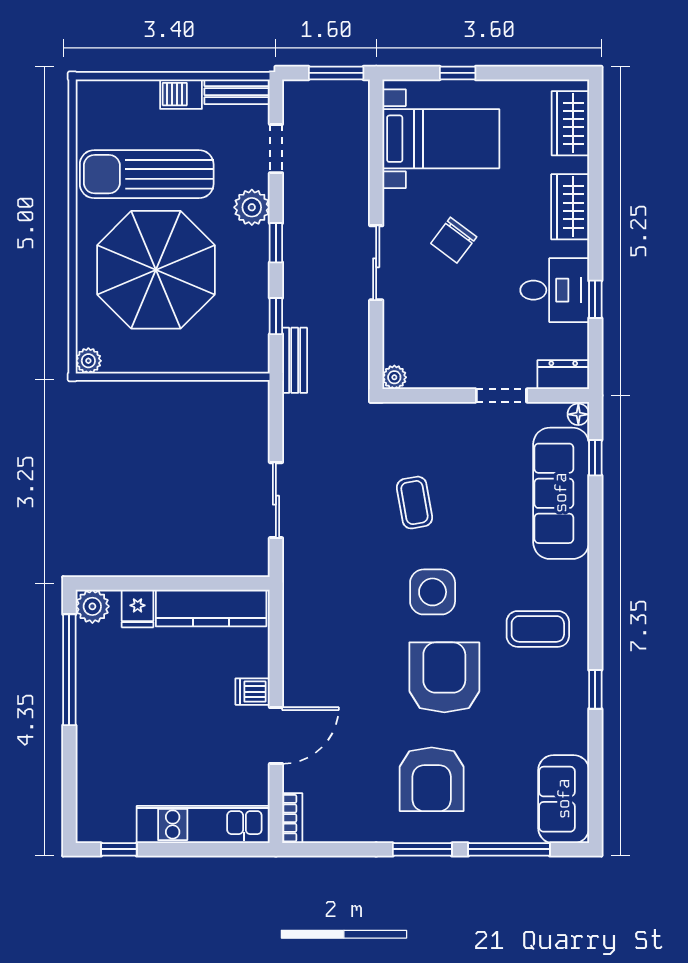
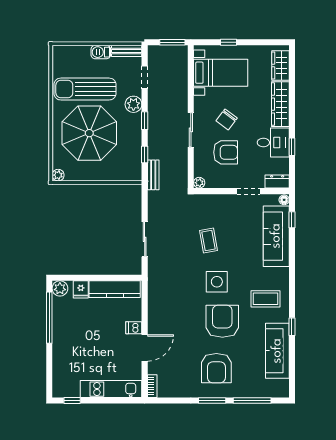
wardrobe: (570, 207) -> (280, 104), width x1.50
armchair: (451, 311) -> (226, 152), added
sofa: (564, 799) -> (277, 351), moved, width x1.36

